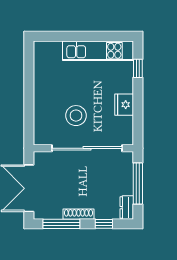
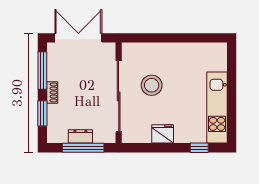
dresser: (127, 208) -> (80, 136), moved
shoe rack: (79, 214) -> (52, 92), width x0.70
window: (104, 224) -> (42, 113), width x1.50

